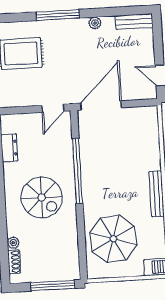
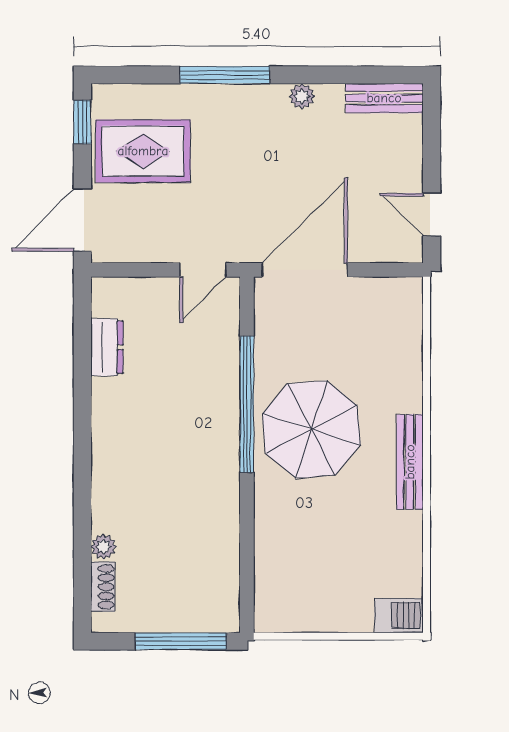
spiral stairs: (42, 197) -> (168, 455), removed
parasol: (113, 239) -> (311, 429), moved

